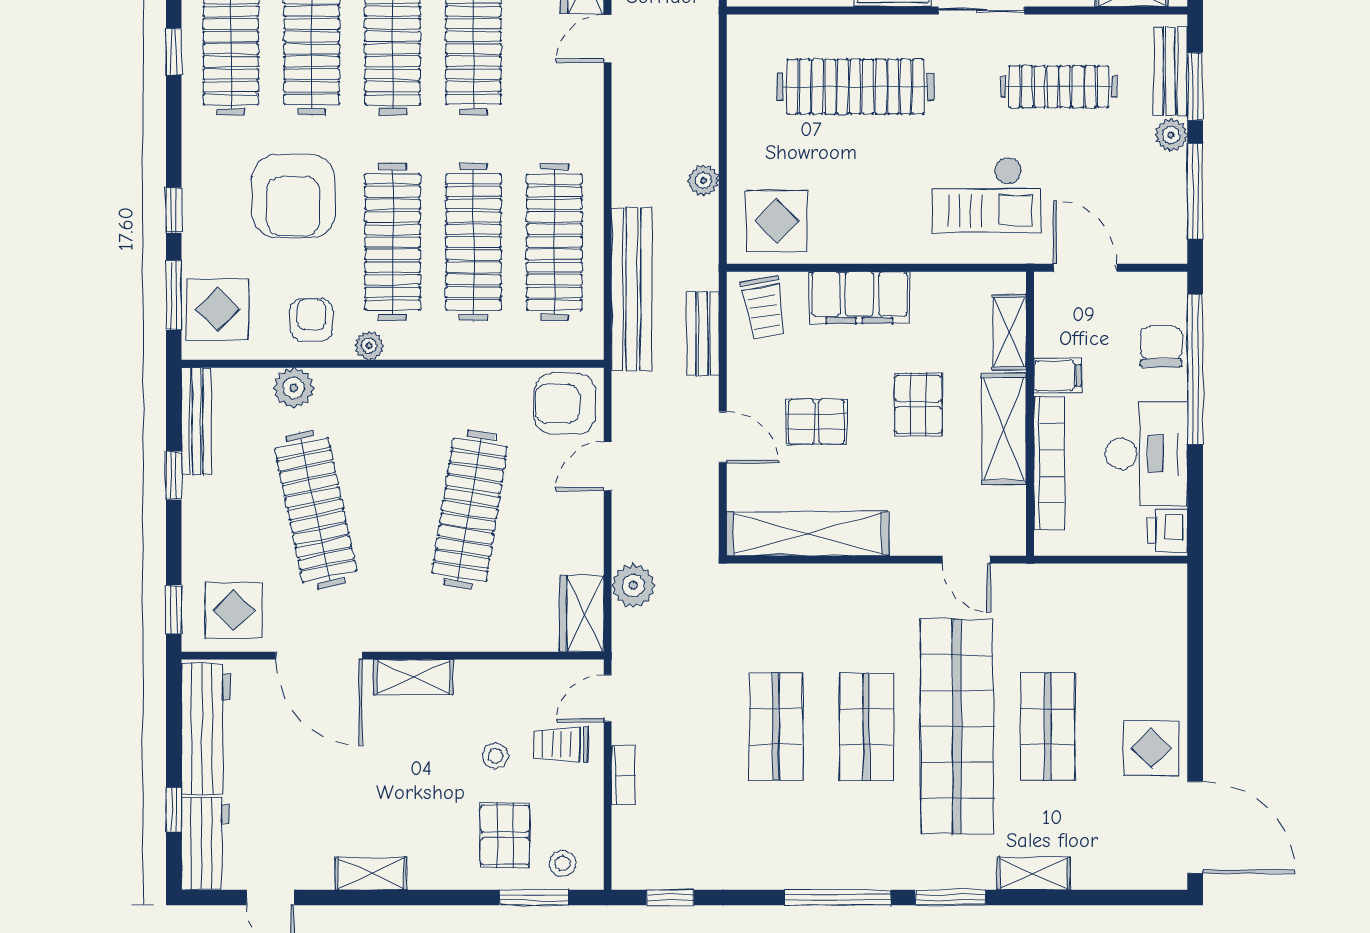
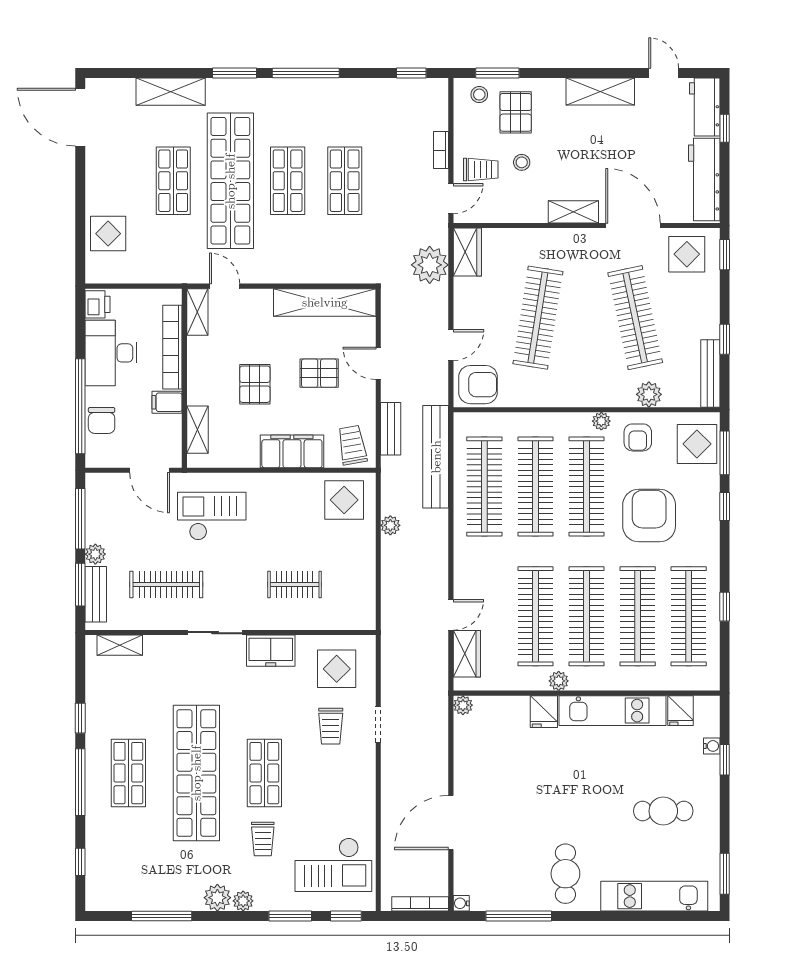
clothes rail: (855, 87) -> (295, 585), width x0.54, depth x0.76
shelving: (1004, 429) -> (197, 312), moved, width x0.67, depth x0.75
plant: (633, 585) -> (430, 265), width x1.36, depth x1.36
display table: (1151, 748) -> (108, 234), moved
shelving: (1033, 873) -> (171, 92), width x1.50, depth x1.33
shelving: (371, 874) -> (600, 91), width x1.50, depth x1.33

